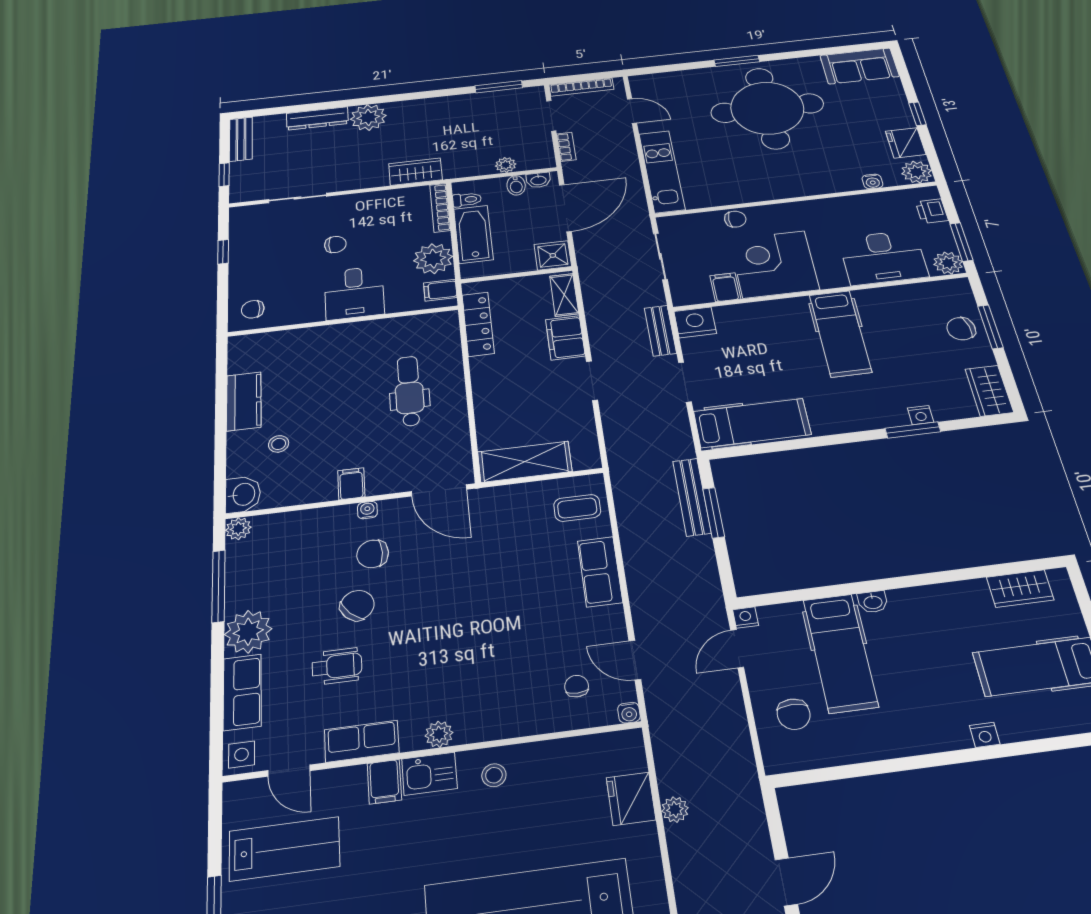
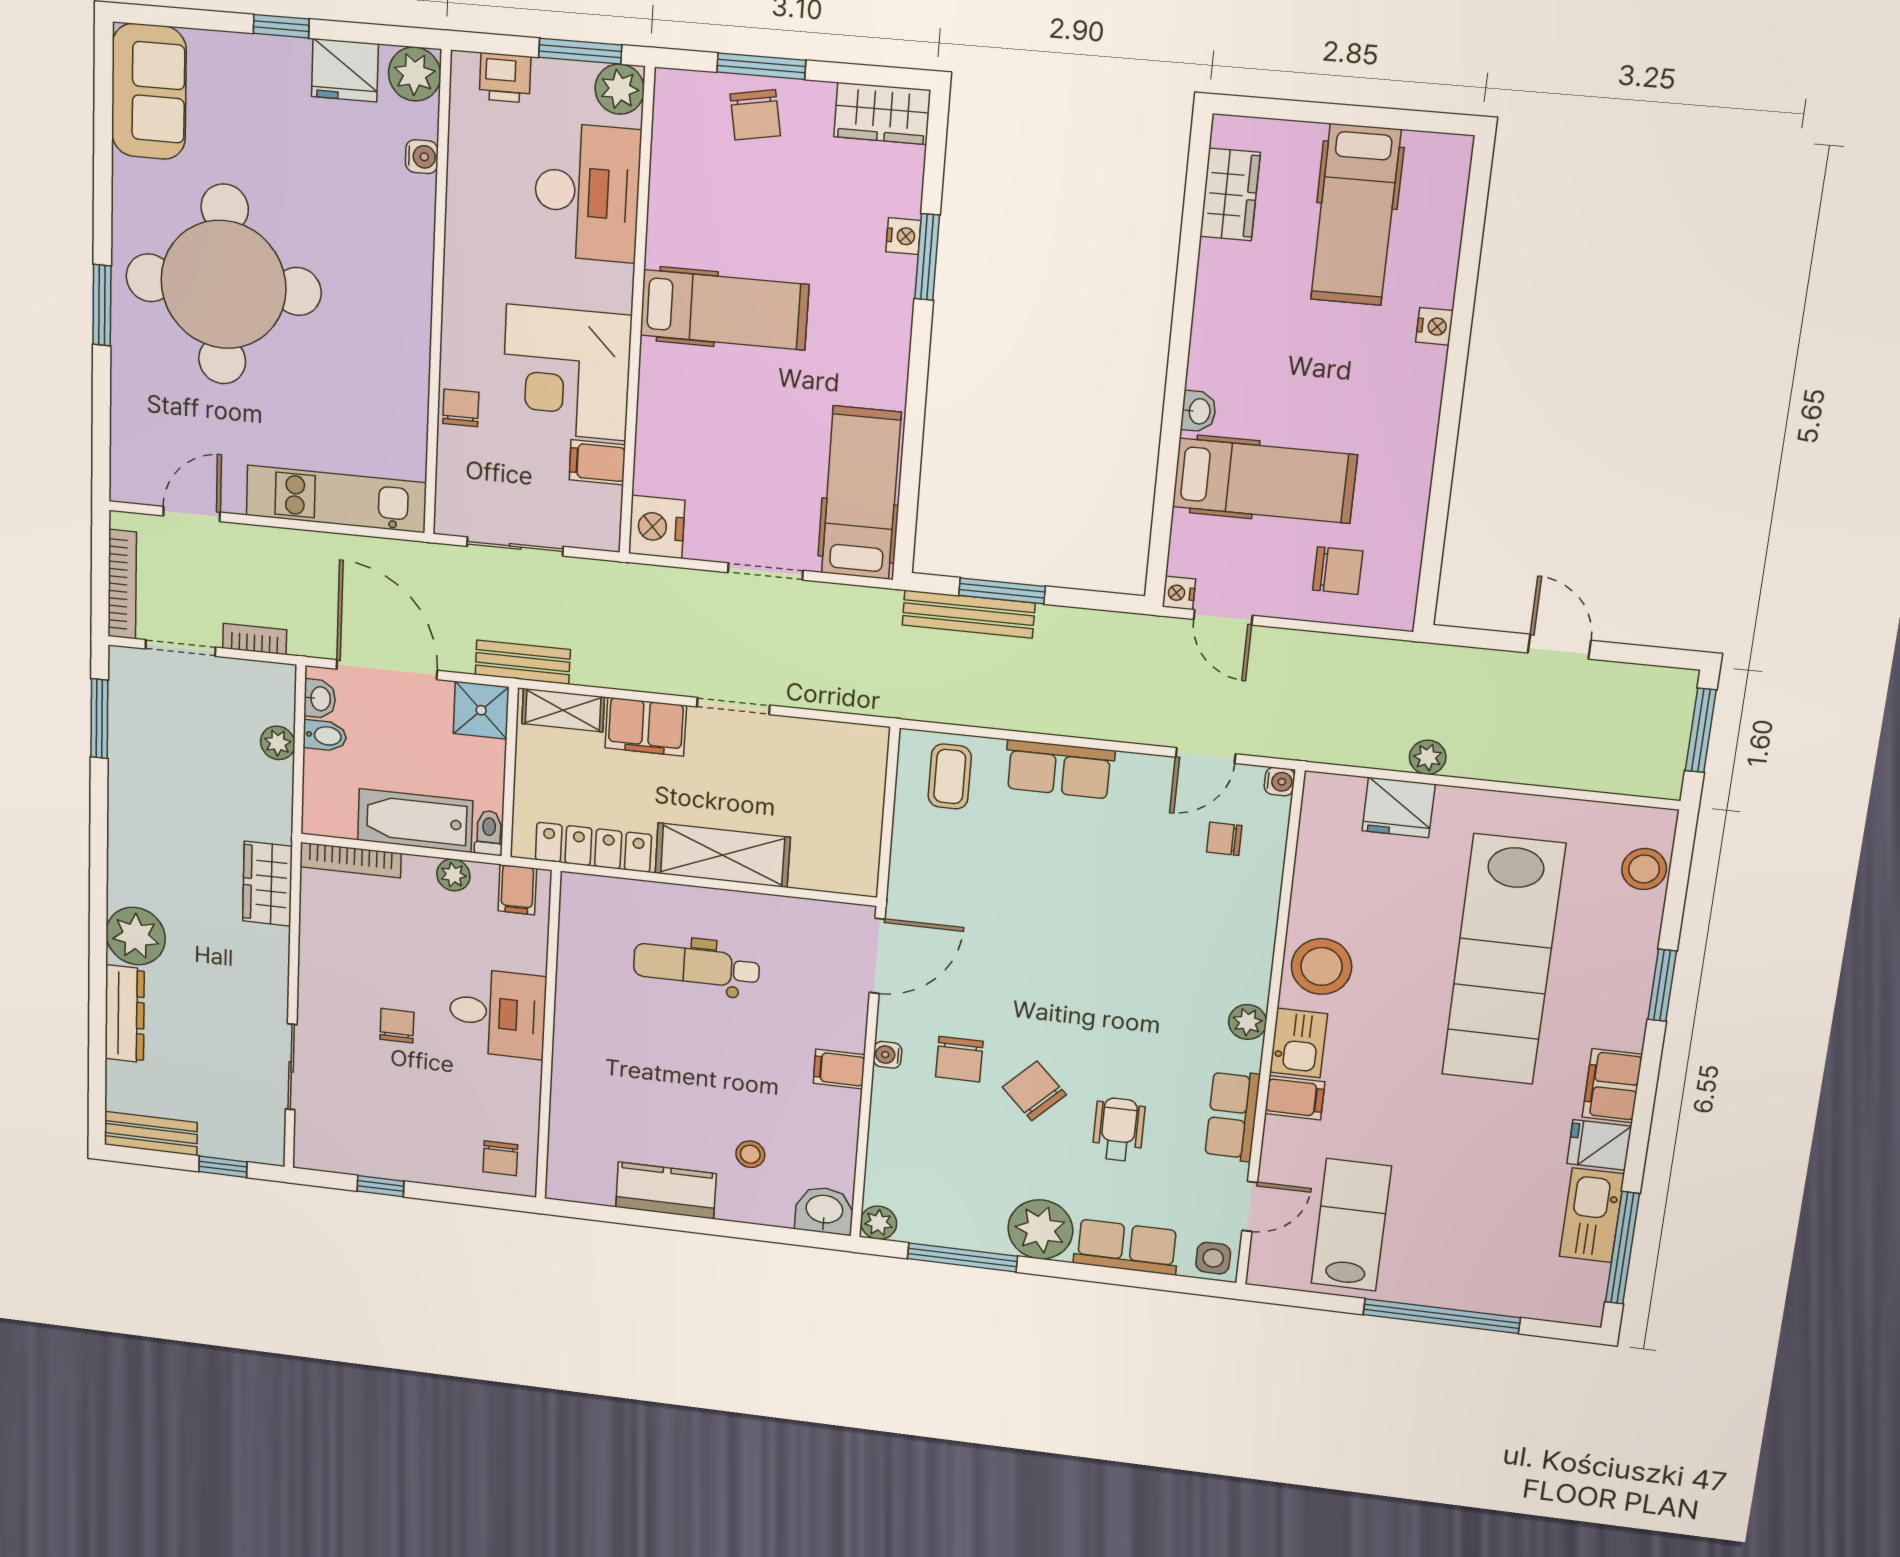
toilet: (467, 200) -> (489, 833), moved
plant: (433, 259) -> (453, 875), width x0.53, depth x0.53
bench: (660, 331) -> (523, 662), moved
shelving: (525, 462) -> (723, 855), moved, turned 90
stool: (494, 775) -> (1322, 967), width x1.89, depth x1.89

